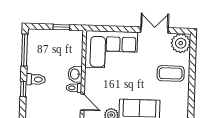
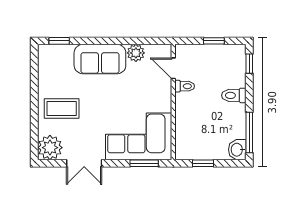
window: (107, 29) -> (144, 163), added
washbasin: (75, 74) -> (237, 150), moved, turned 180
window: (23, 89) -> (249, 64), moved

